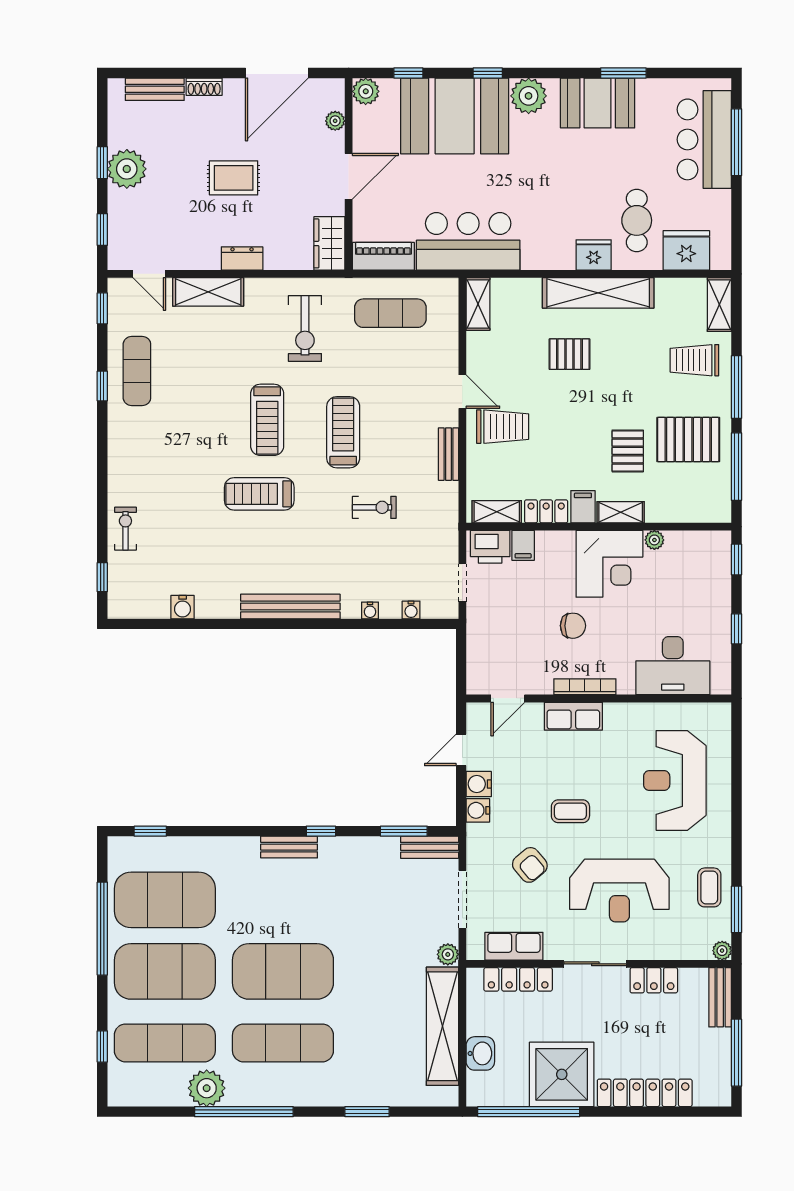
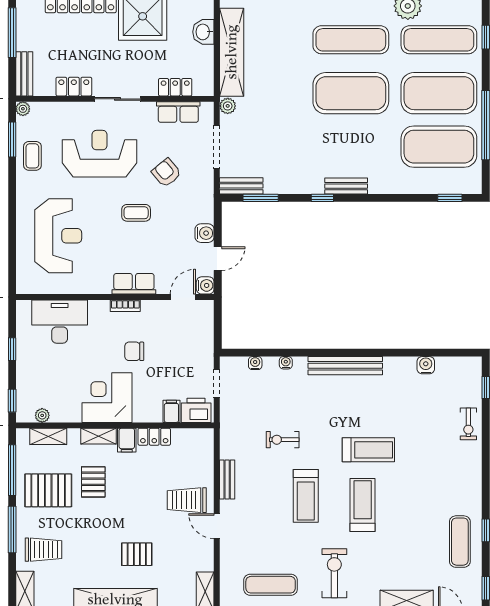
shelving: (497, 512) -> (48, 436), moved
plant: (654, 540) -> (42, 415), moved
bookcase: (585, 687) -> (125, 306), width x0.64
water cooler: (478, 810) -> (205, 285), moved
locker: (518, 979) -> (175, 87), width x0.66

